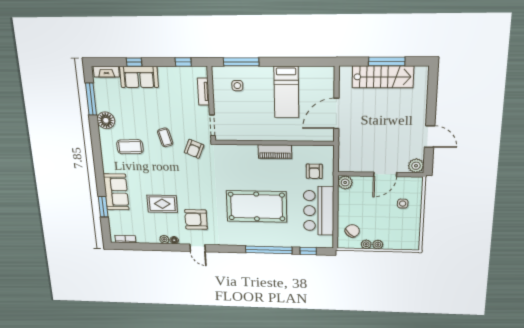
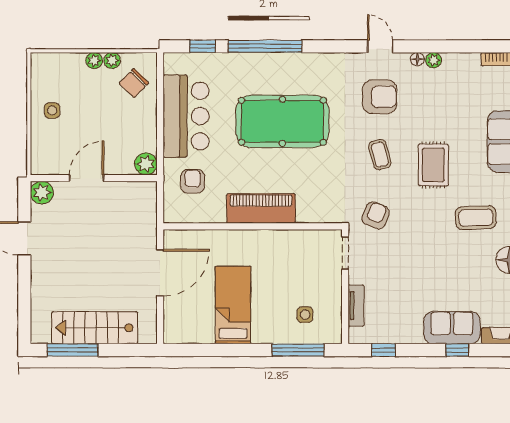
window: (387, 61) -> (73, 350), moved
coffee table: (165, 137) -> (380, 155), moved
piano: (275, 152) -> (261, 208), width x1.37, depth x1.33
rug: (162, 204) -> (433, 165), moved, turned 90
side table: (403, 204) -> (52, 110), moved

